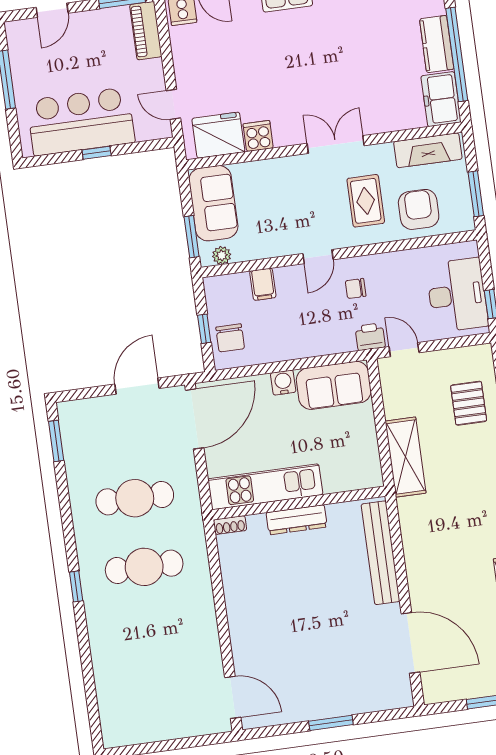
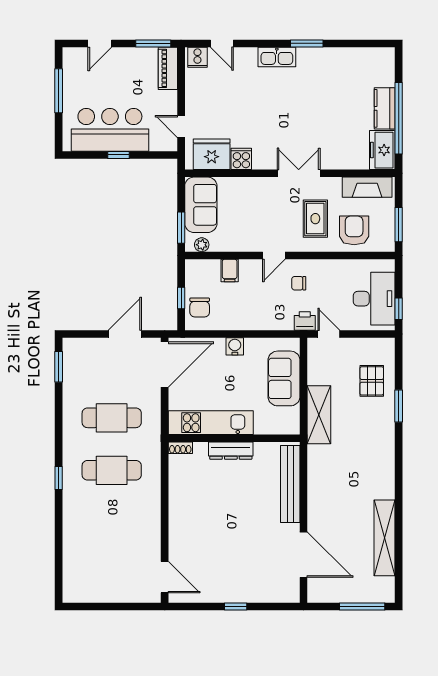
sofa: (334, 385) -> (284, 378), moved, turned 90
window: (331, 723) -> (236, 606), width x0.67

